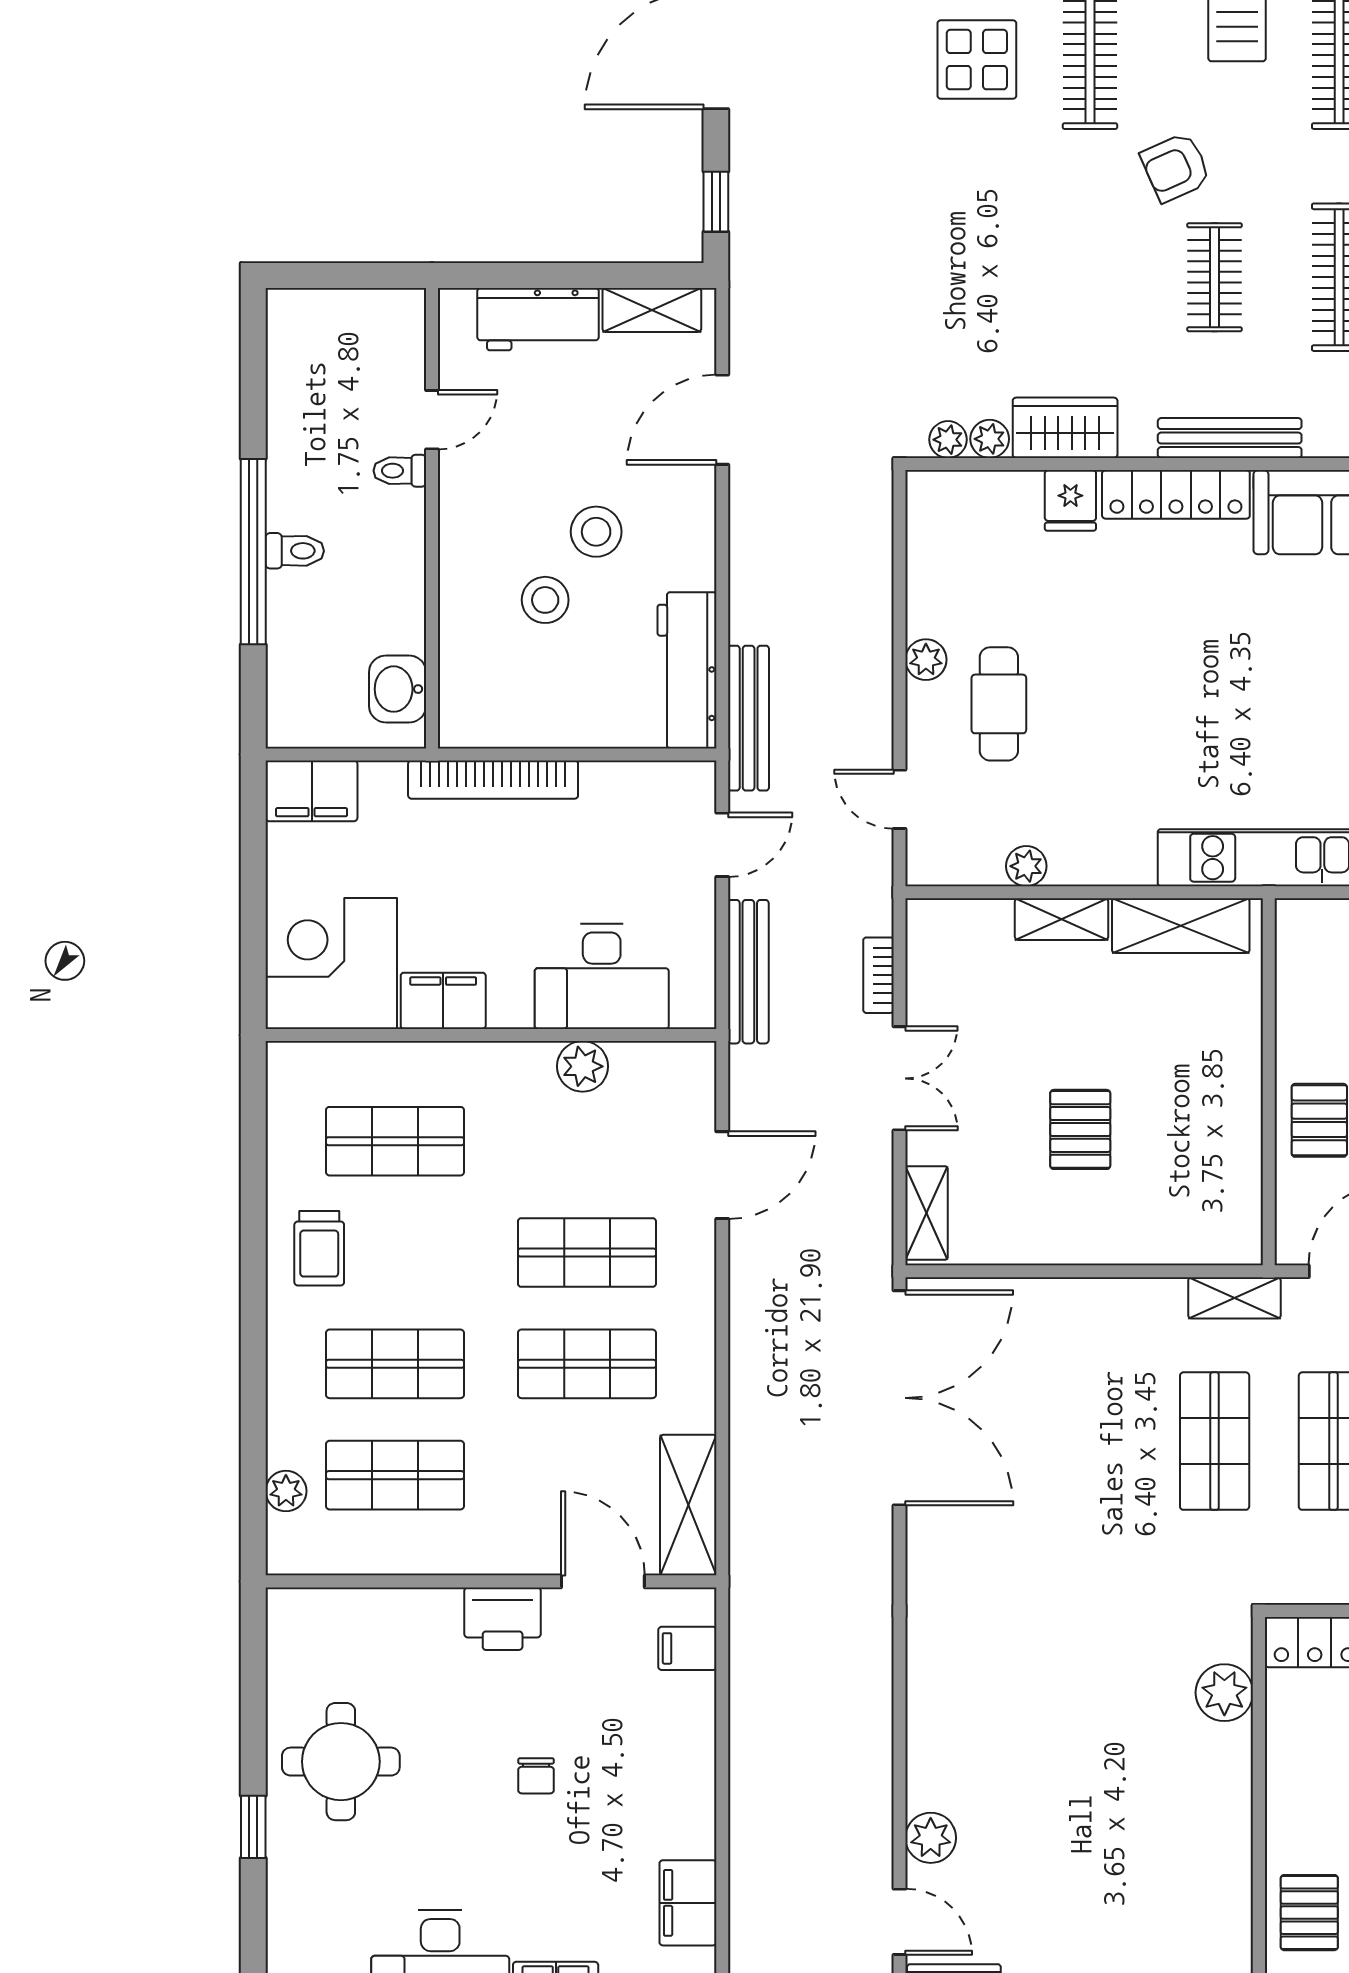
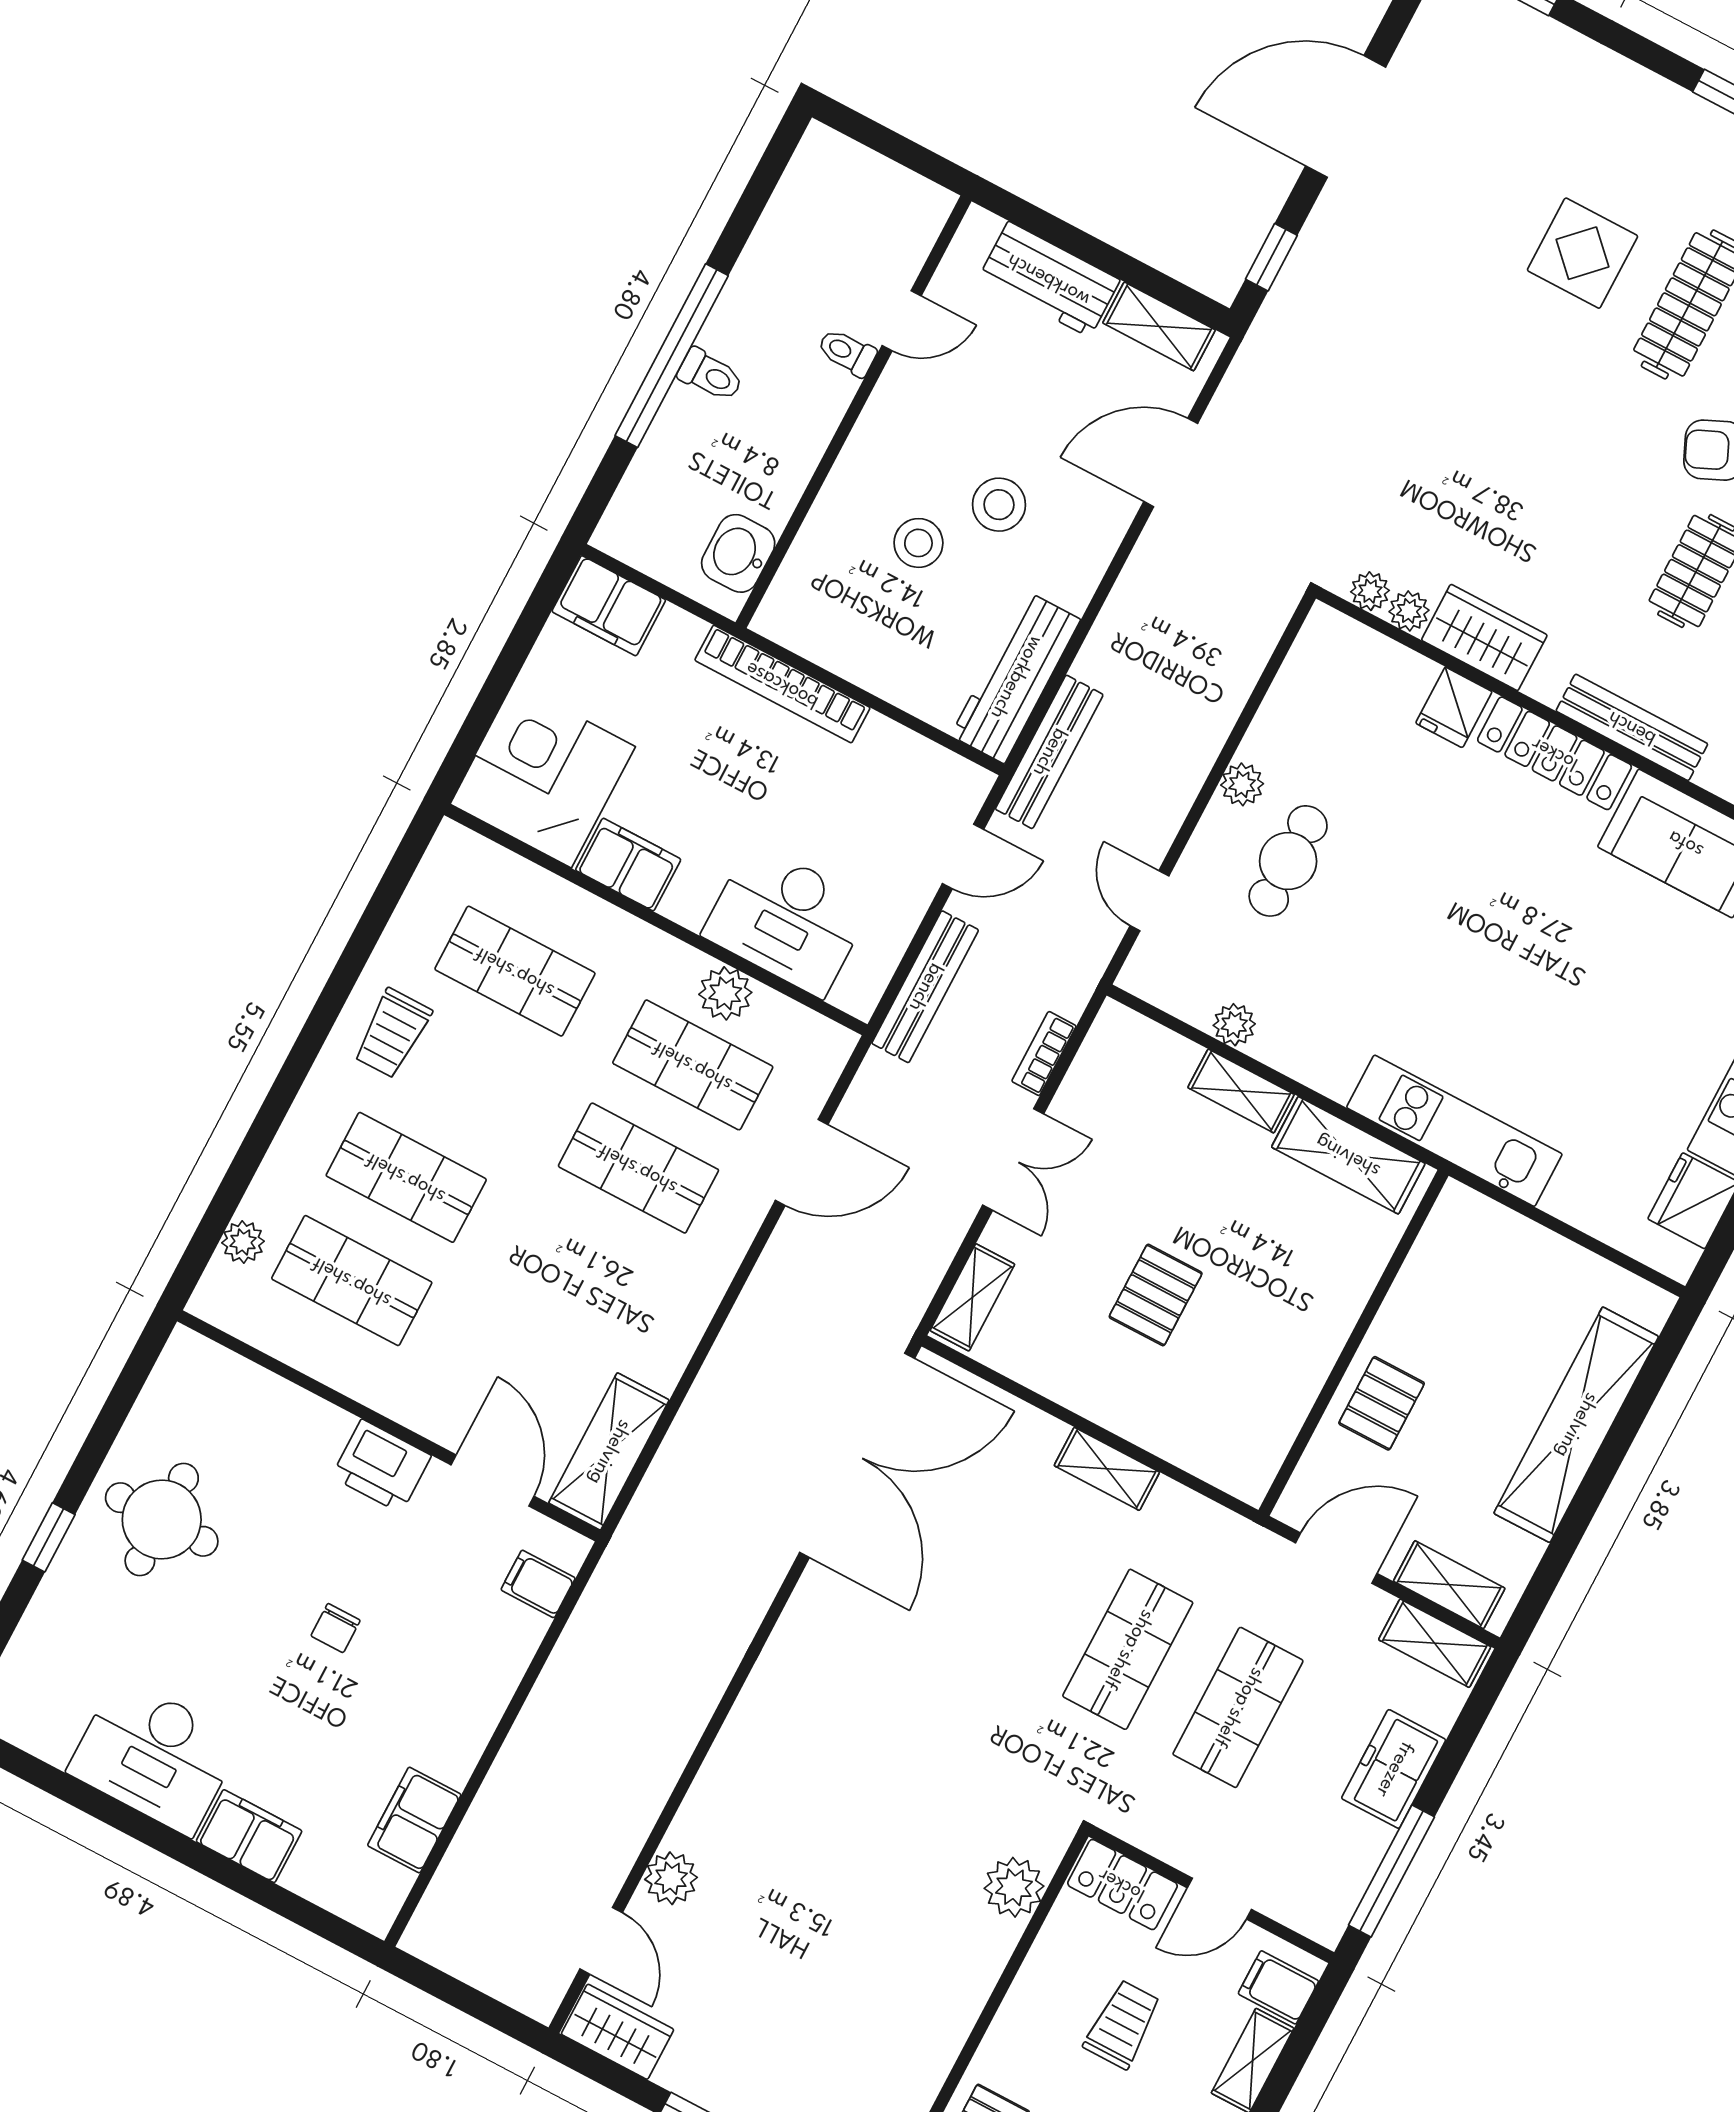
shelving: (1234, 1298) -> (1107, 1469), moved
shop shelf: (587, 1364) -> (693, 1065), moved

